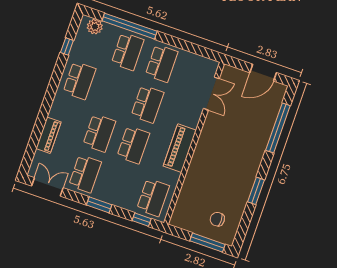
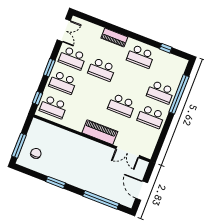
plant: (95, 27) -> (179, 69), removed
piano: (48, 135) -> (114, 37), moved
school desk: (133, 145) -> (63, 83), moved
piano: (180, 148) -> (100, 132), moved

